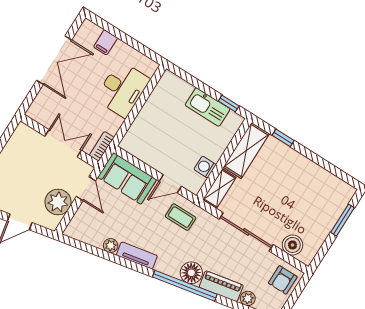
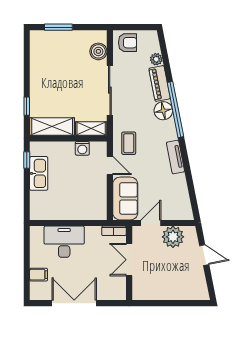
plant: (111, 246) -> (180, 180), removed

